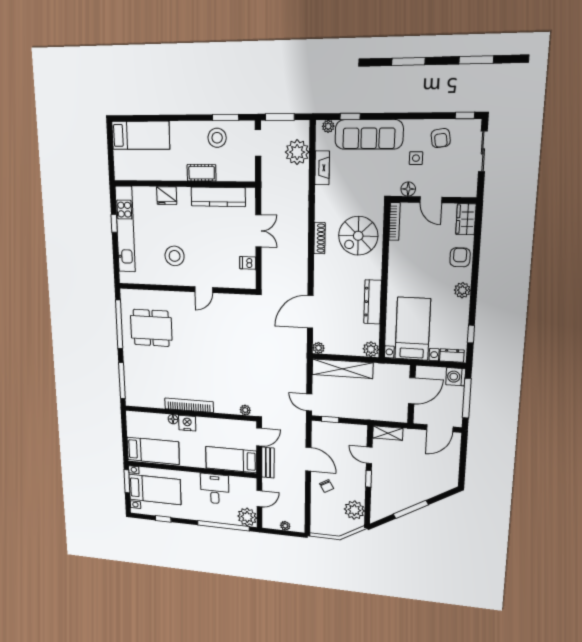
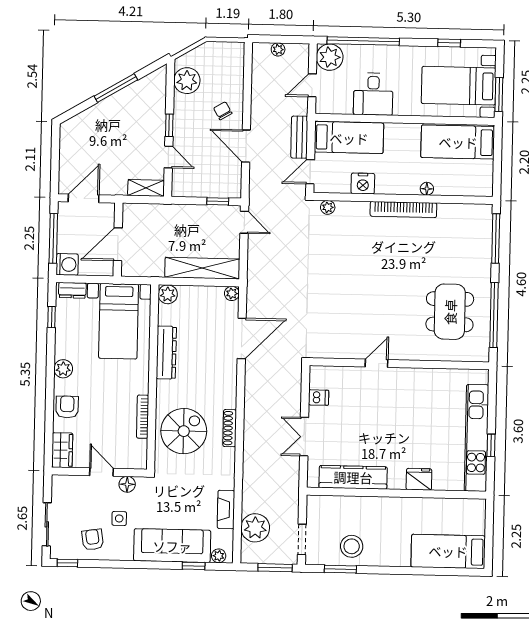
cot: (202, 173) -> (373, 506), removed
bookcase: (395, 221) -> (143, 417), moved
stool: (175, 256) -> (413, 405), removed
armchair: (460, 257) -> (67, 407), turned 180
dining table: (151, 328) -> (450, 312), turned 90
nightstand: (187, 423) -> (363, 184), moved

